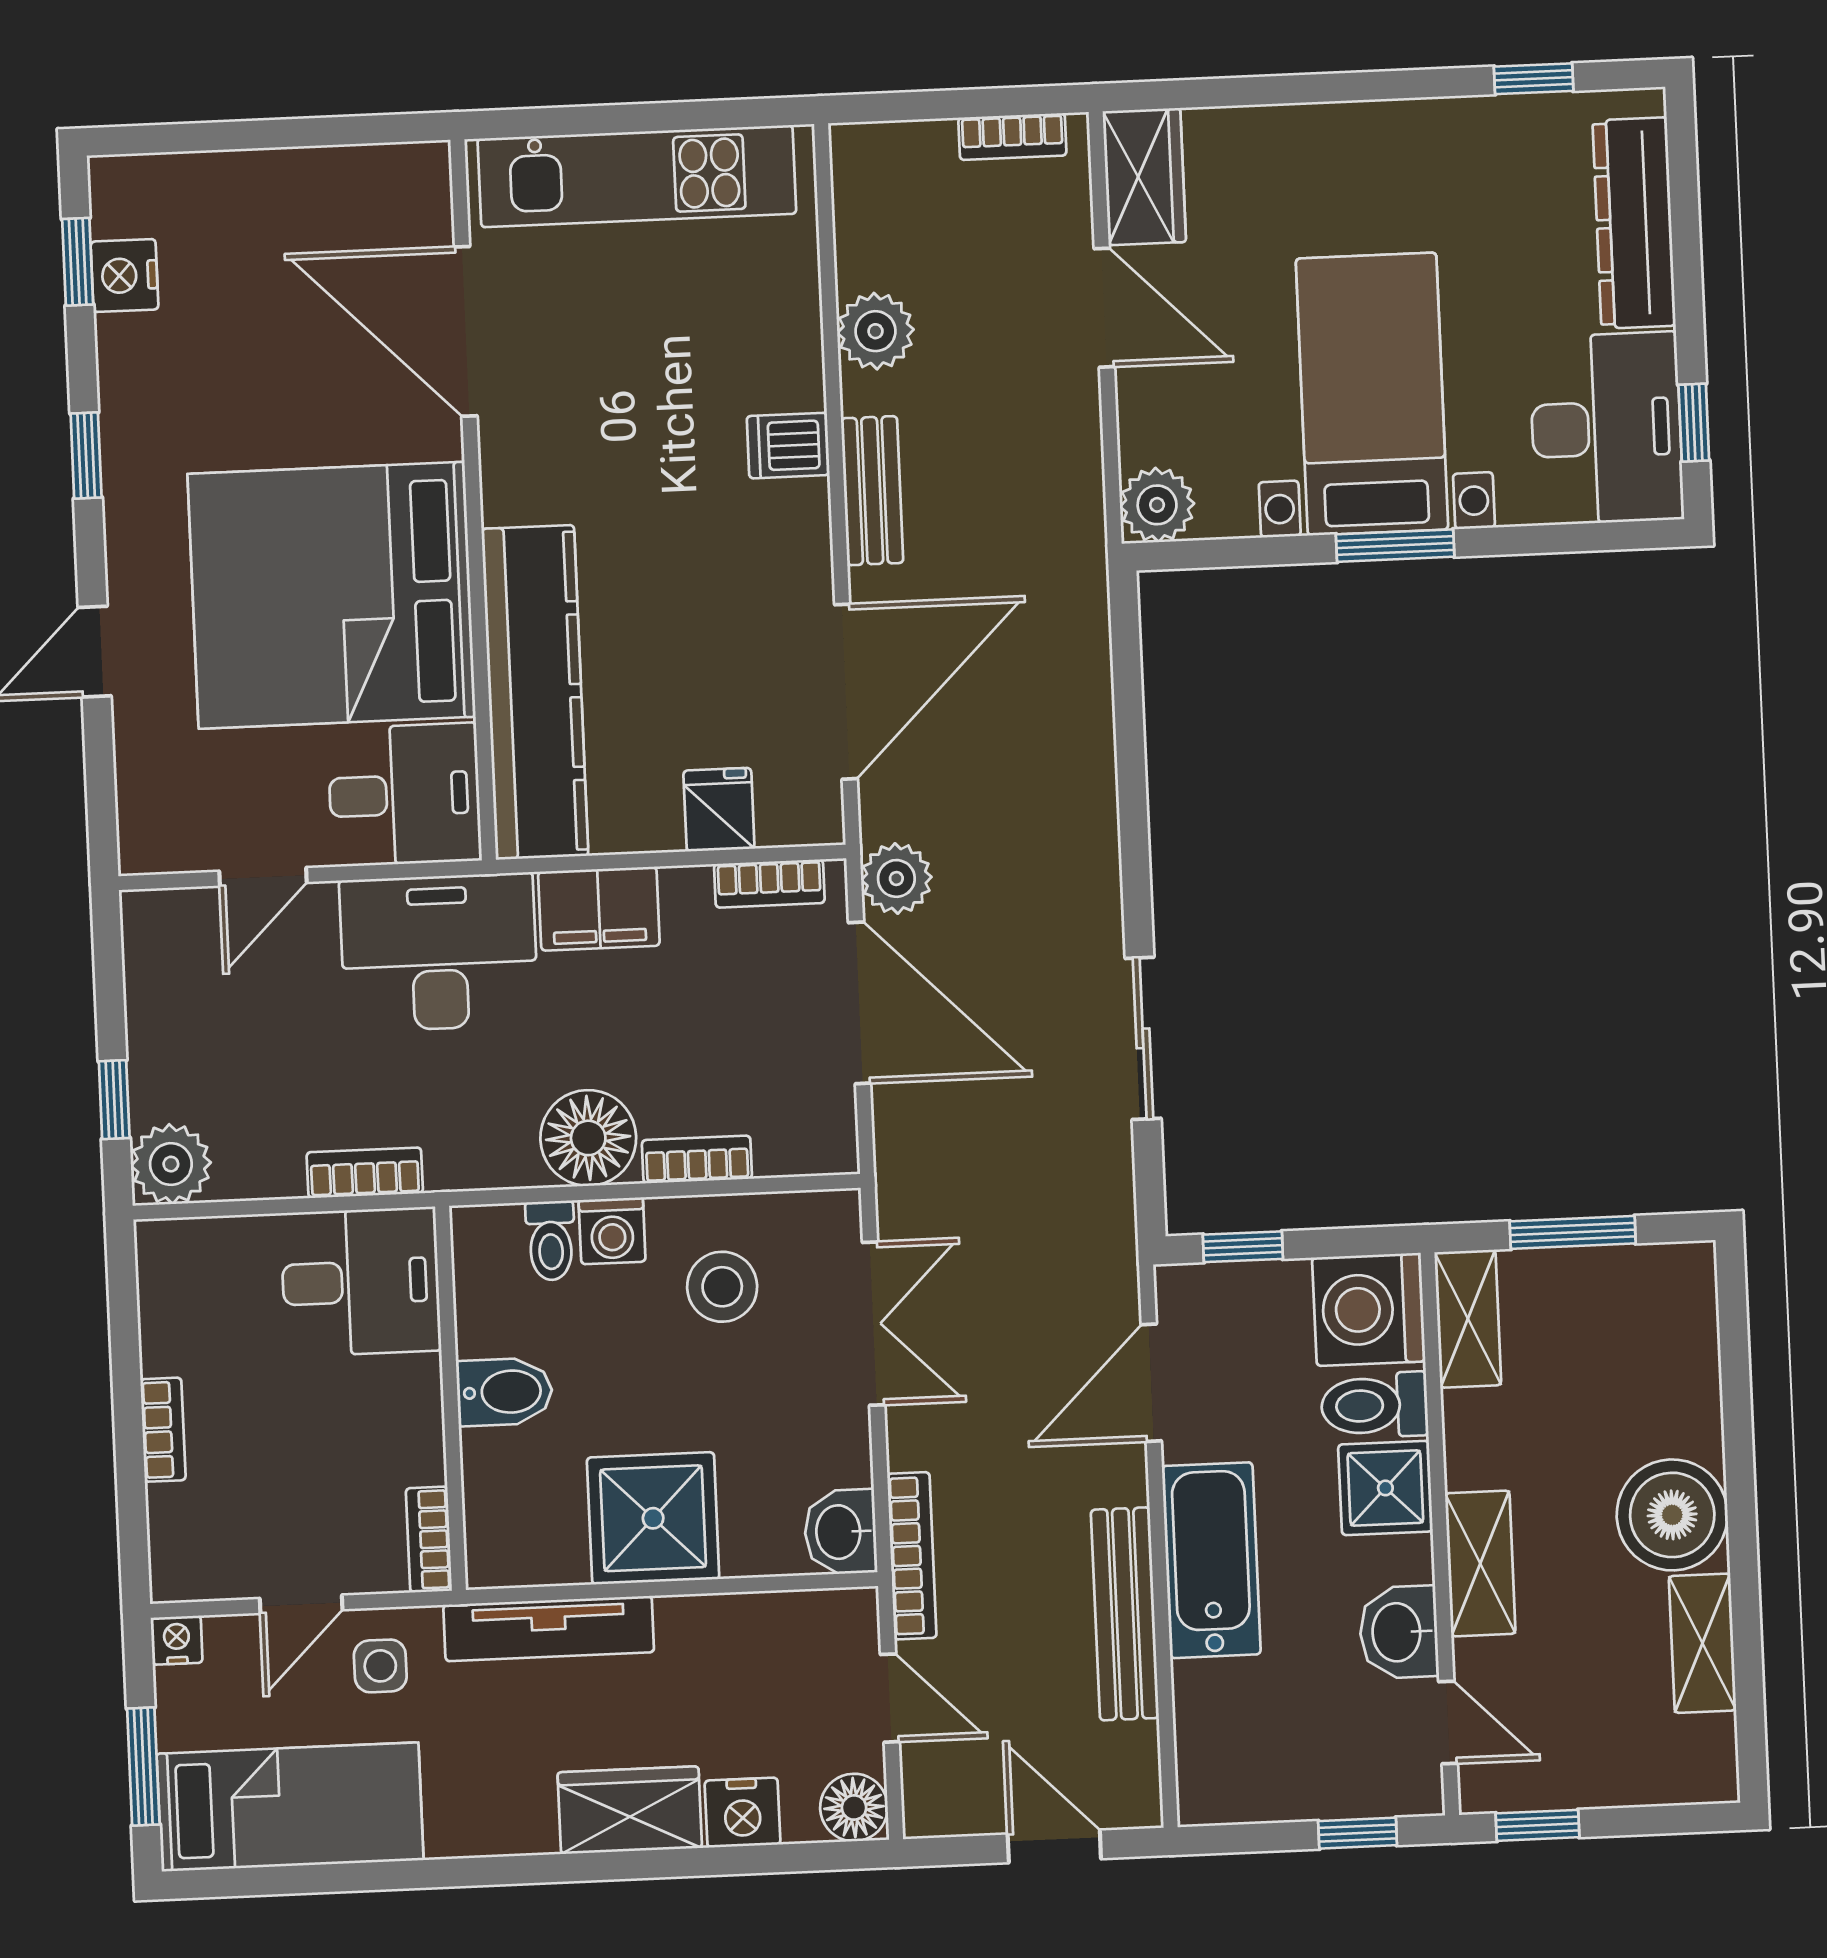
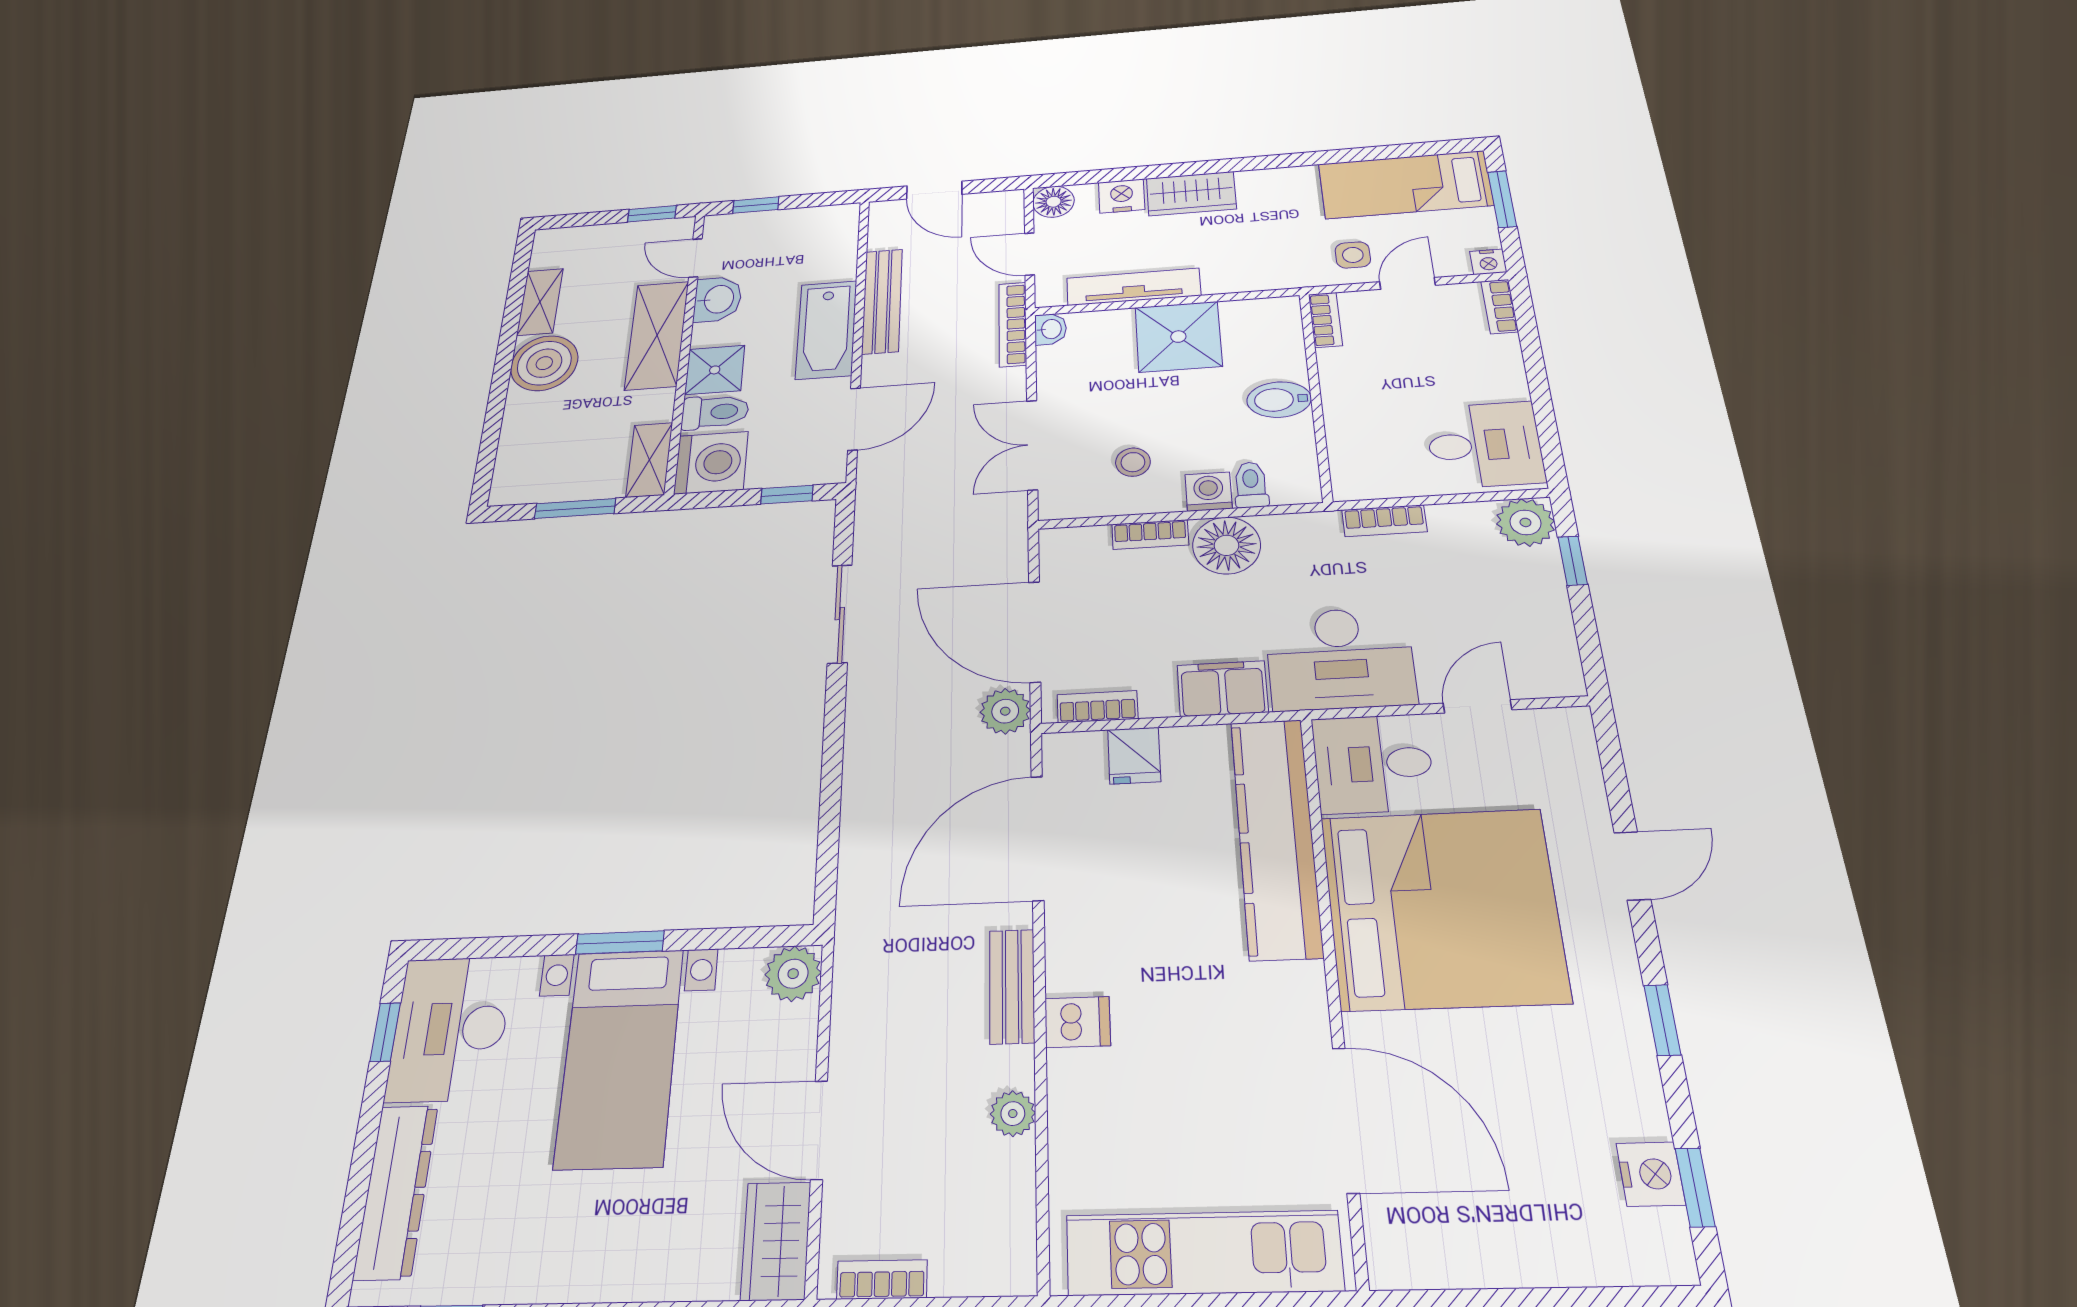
plant: (875, 331) -> (1013, 1114), width x0.73, depth x0.73
desk: (361, 1282) -> (1484, 445), moved, turned 180
stool: (722, 1287) -> (1133, 462), width x0.73, depth x0.73
bookcase: (163, 1430) -> (1500, 307), moved
washbasin: (840, 1532) -> (1050, 329), width x0.72, depth x0.69
shelving: (1480, 1563) -> (657, 335), width x1.50, depth x1.33
tv unit: (549, 1629) -> (1134, 287), moved

